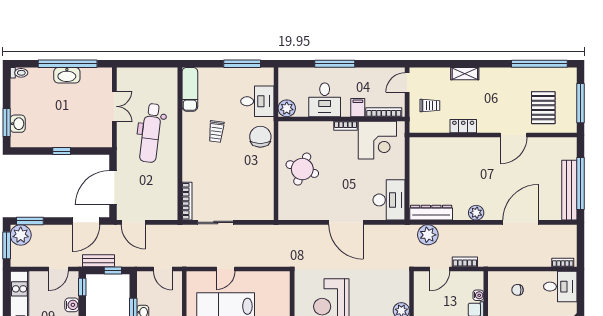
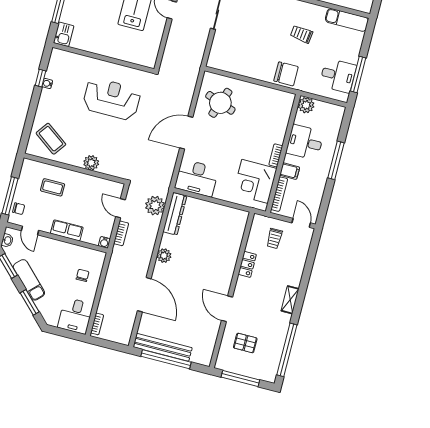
shelving: (465, 74) -> (290, 300), moved
desk: (257, 101) -> (338, 76), moved, turned -90
pallet: (543, 108) -> (245, 343), width x0.67, depth x0.71
round table: (302, 169) -> (220, 103), moved
water cooler: (478, 295) -> (104, 242), moved

